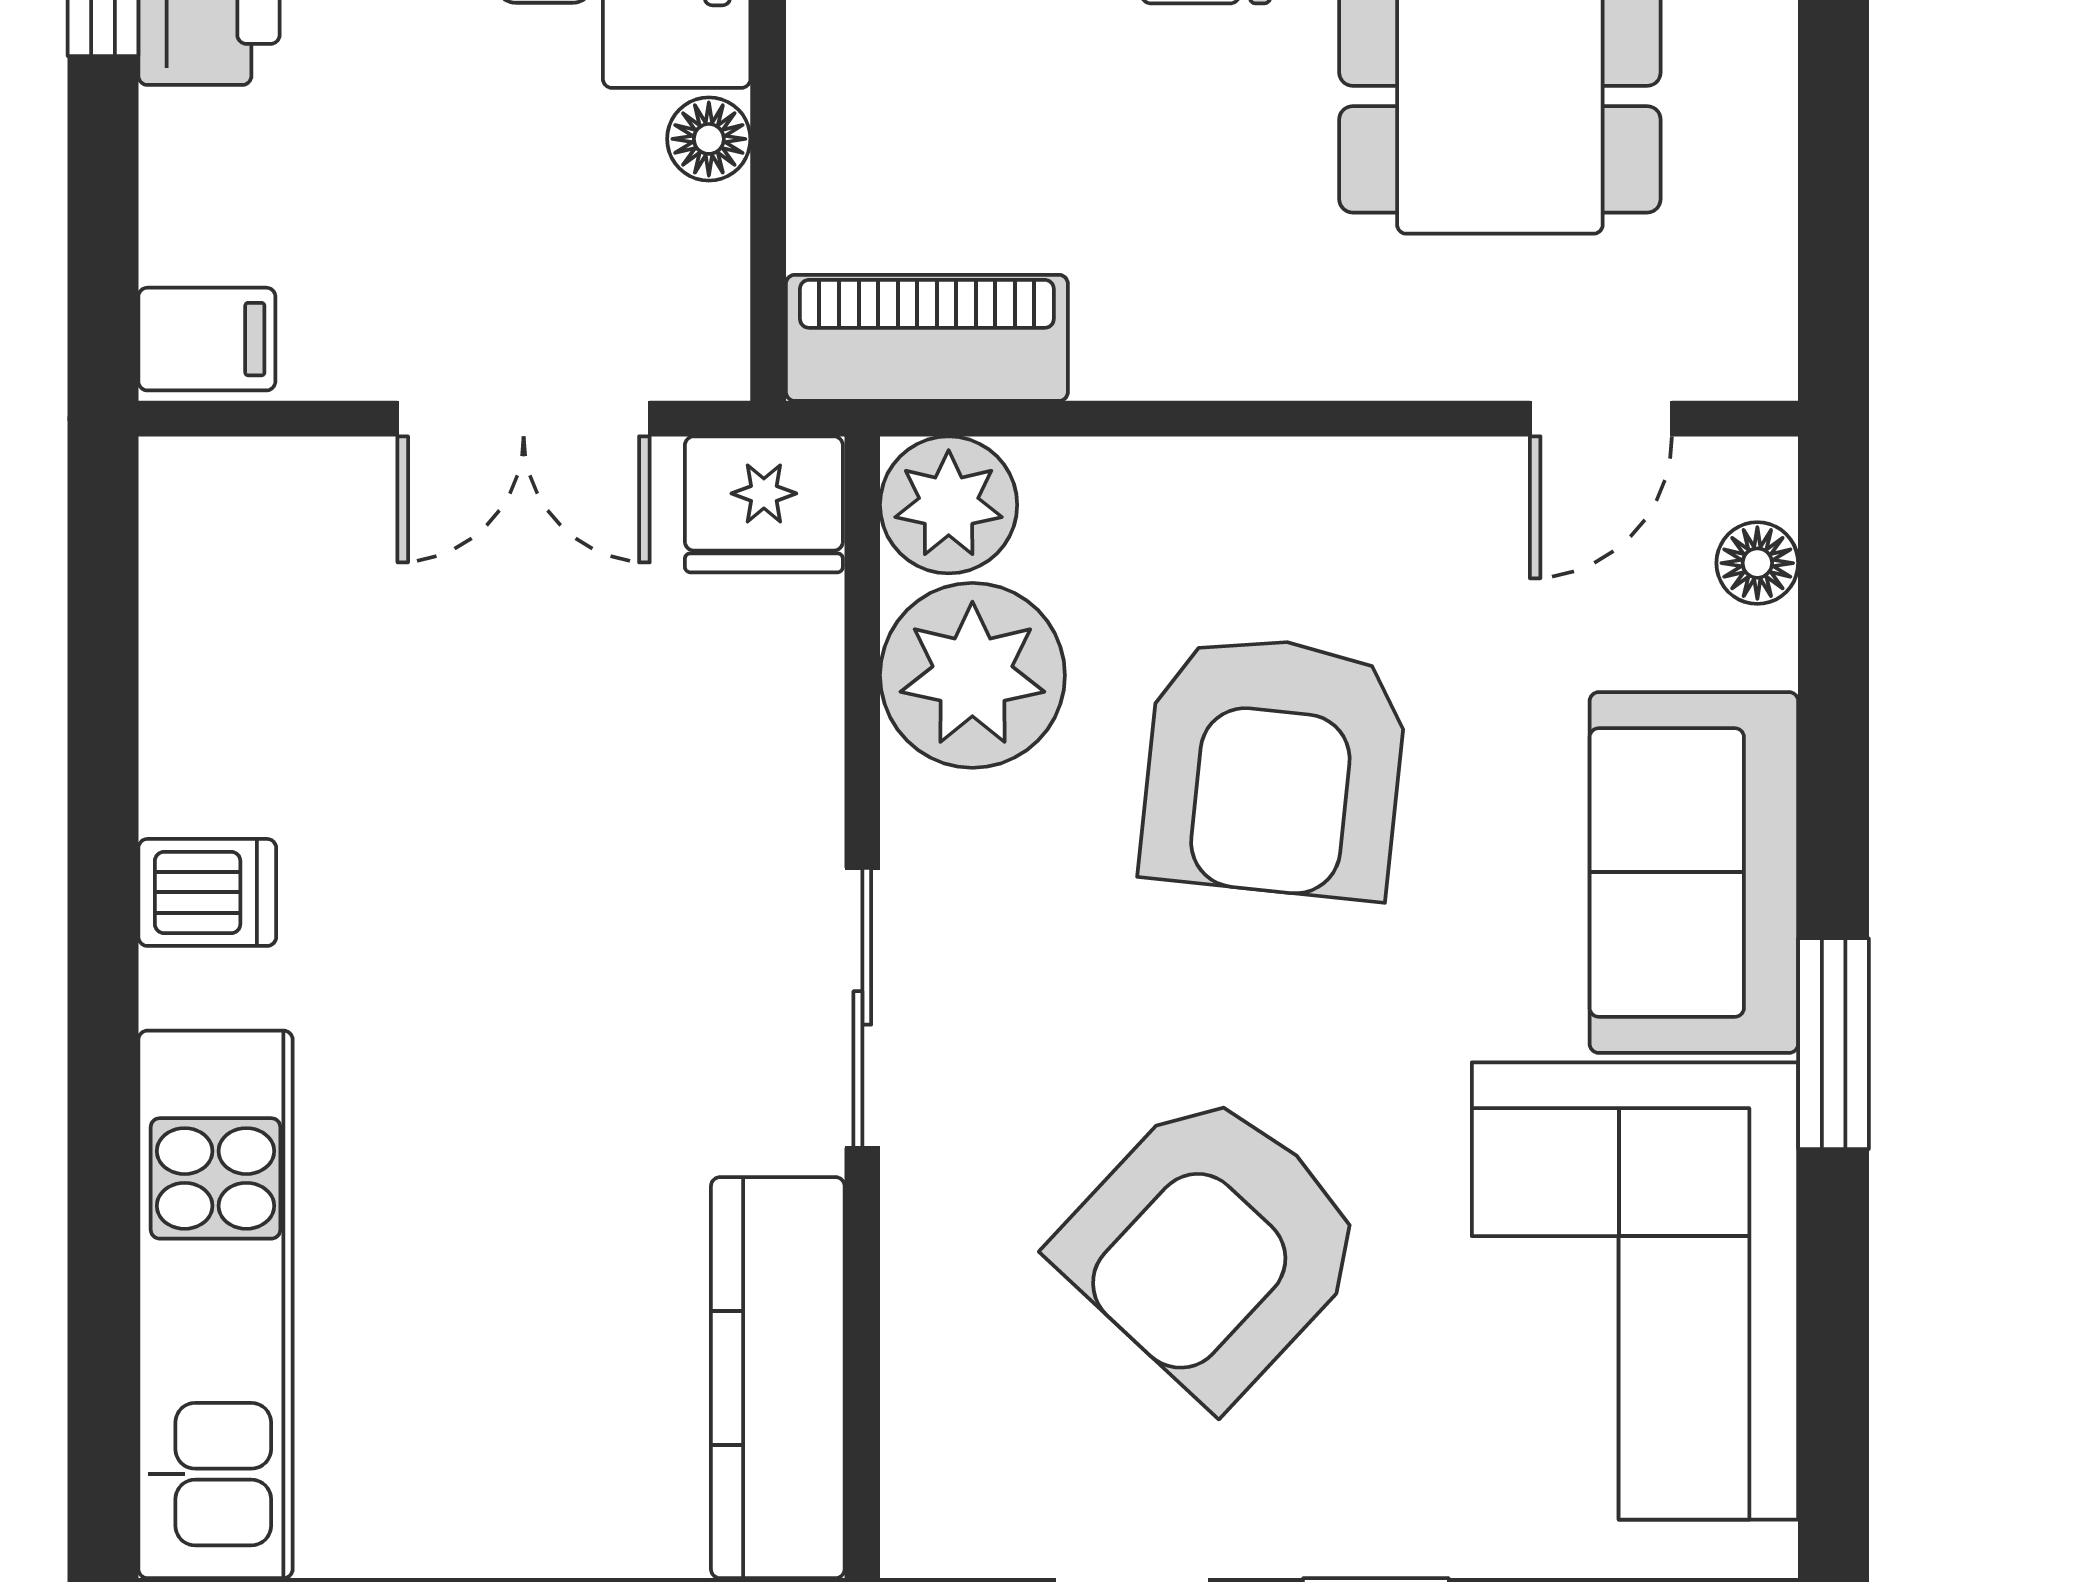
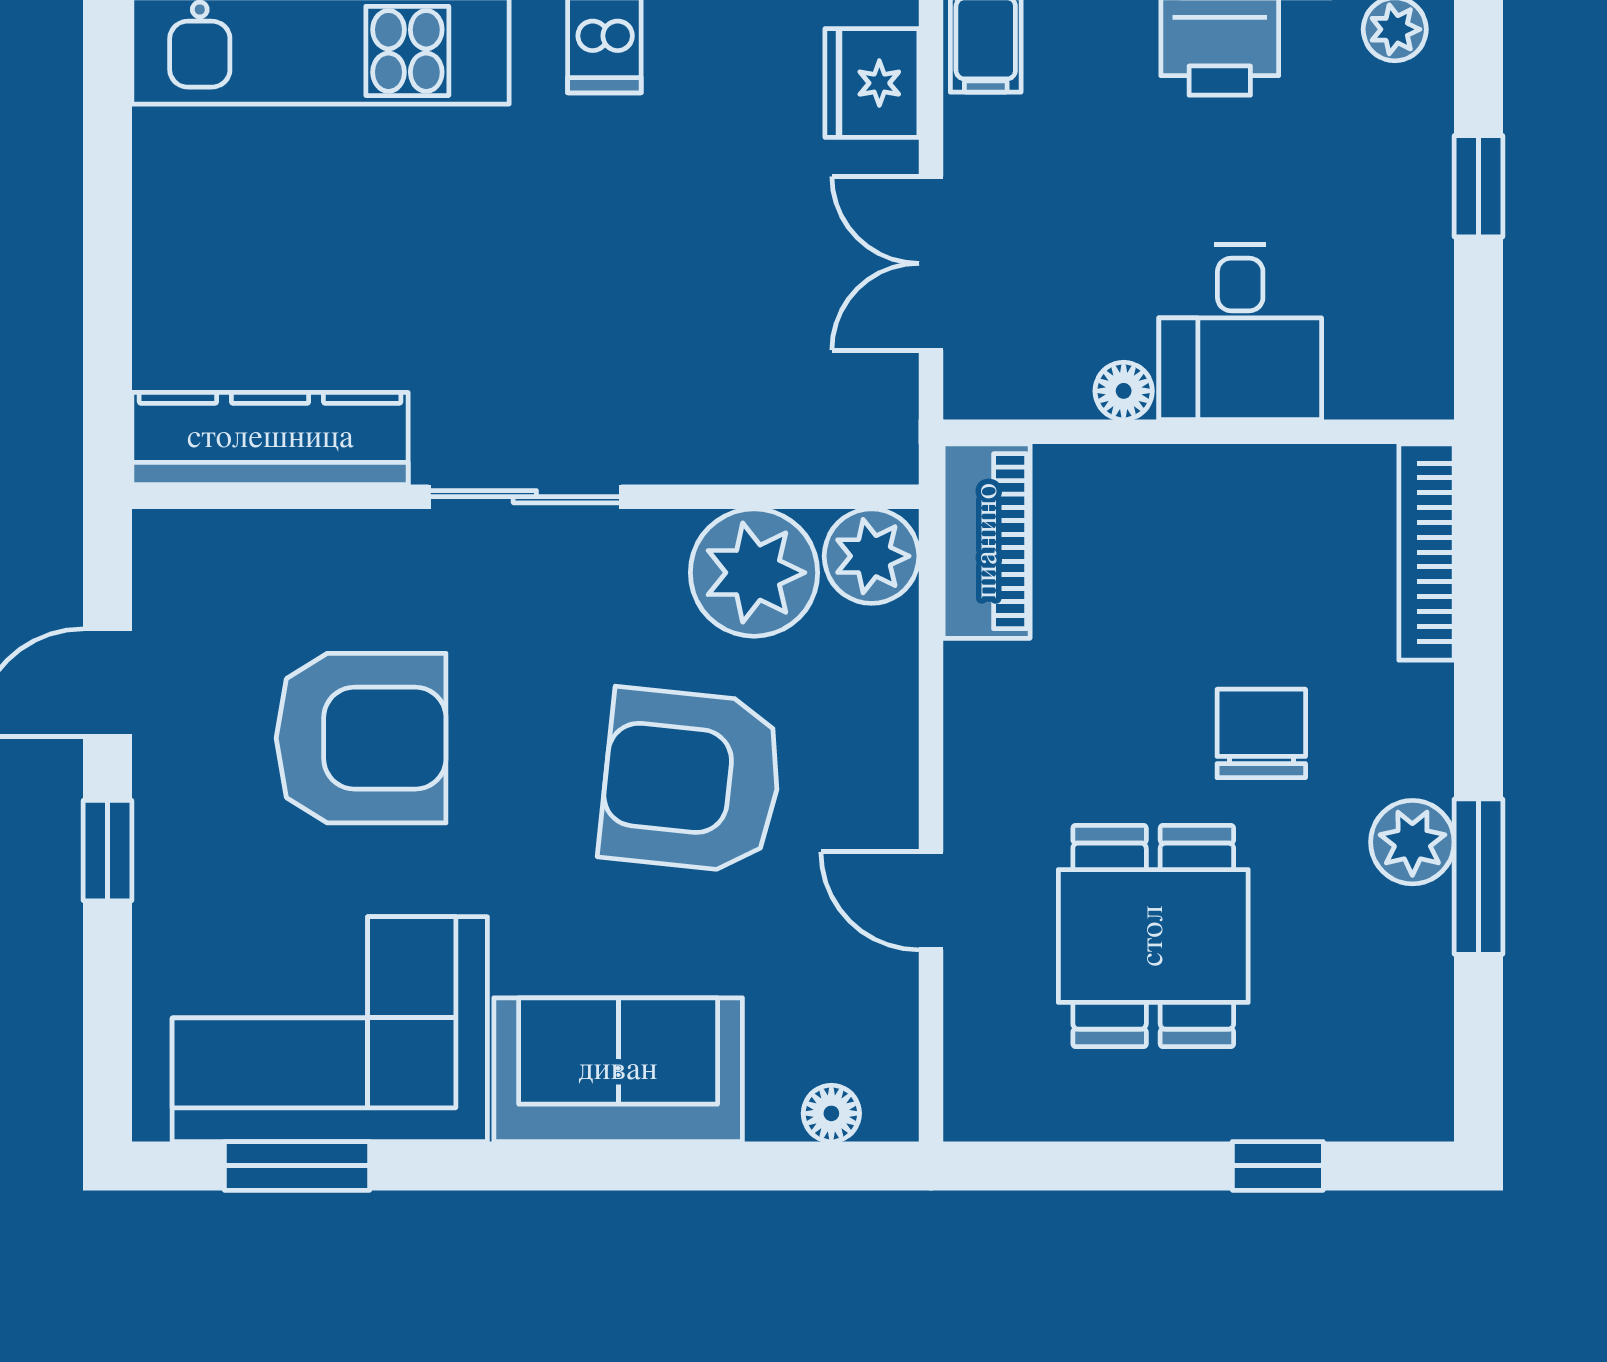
door: (1601, 419) -> (931, 901), moved
fridge: (764, 504) -> (872, 83), moved
window: (1834, 1044) -> (297, 1166), moved
armchair: (1213, 1246) -> (361, 738), turned 137

